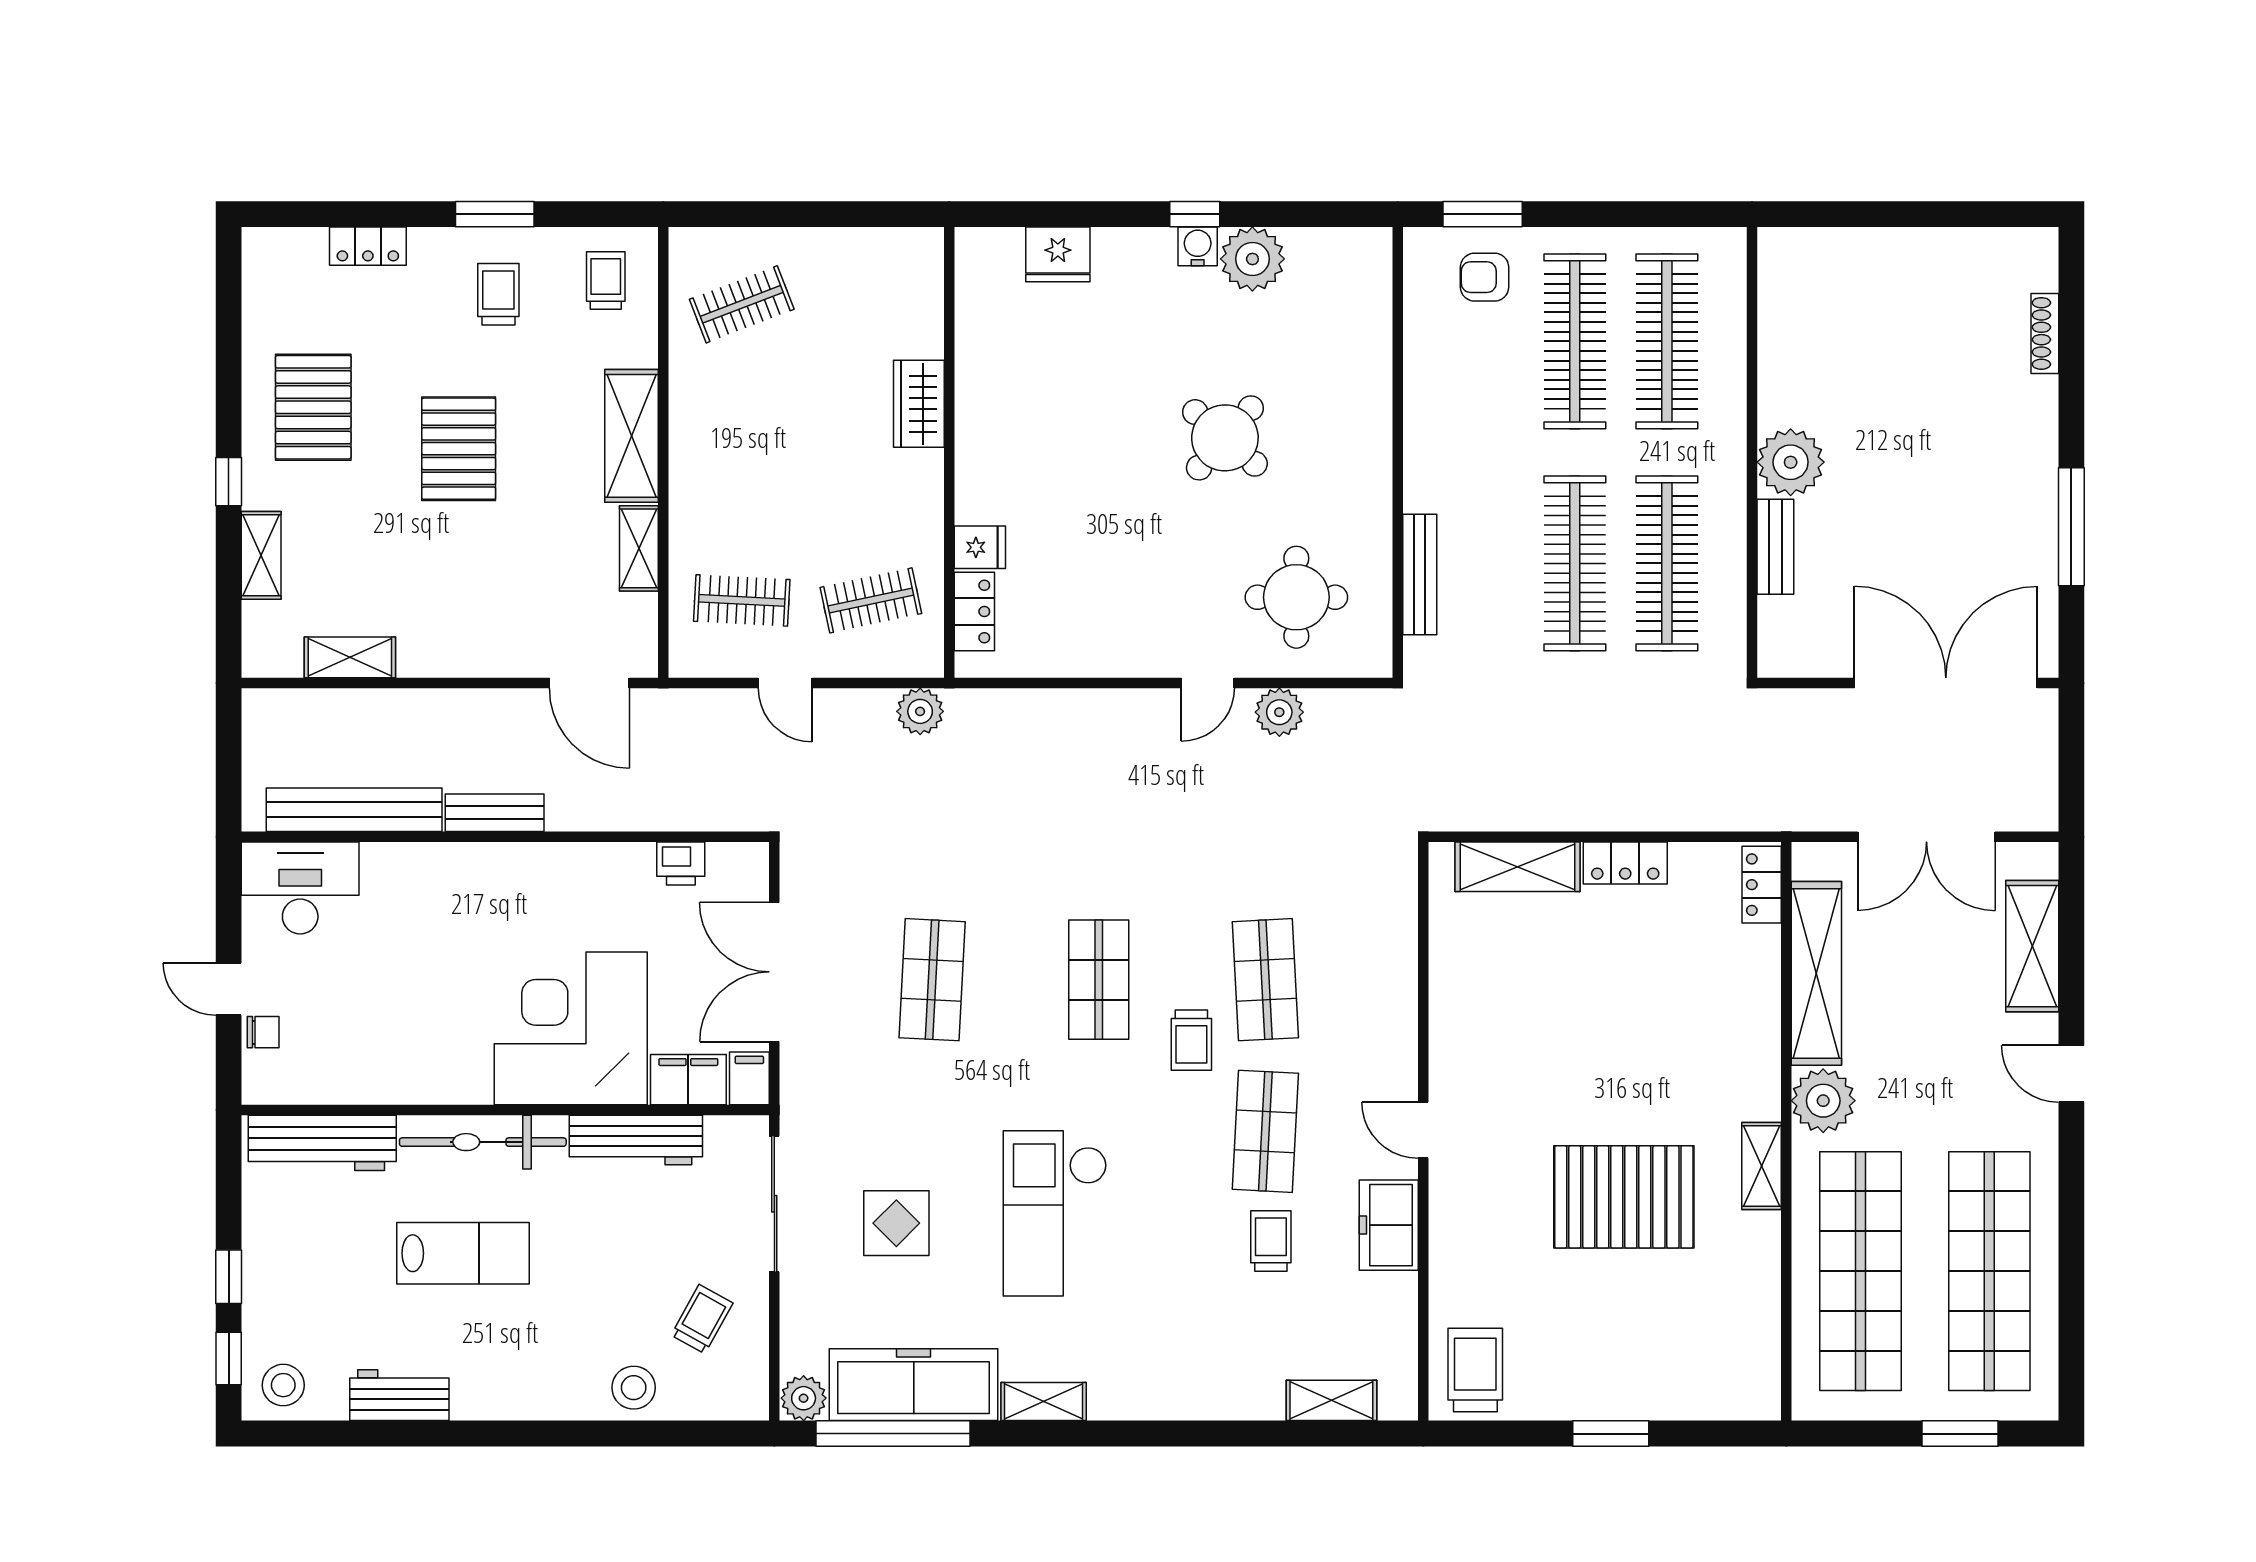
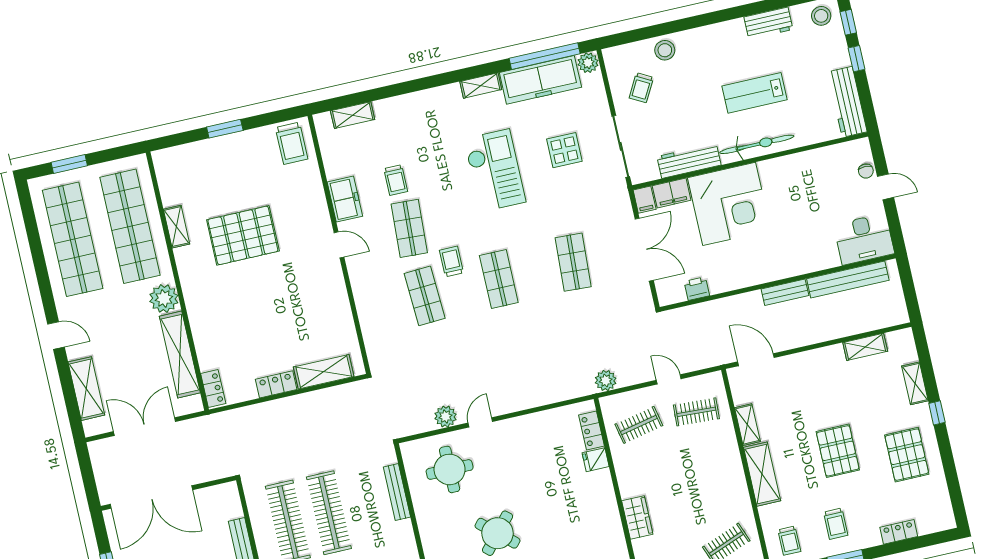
chair: (263, 1032) -> (866, 171), turned -90
workbench: (322, 1143) -> (847, 102), moved, turned -90
shelving: (1761, 1166) -> (176, 227), moved

